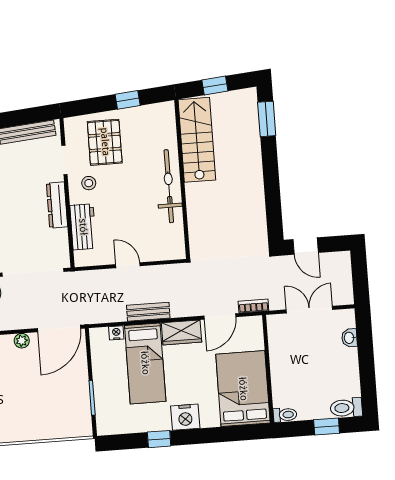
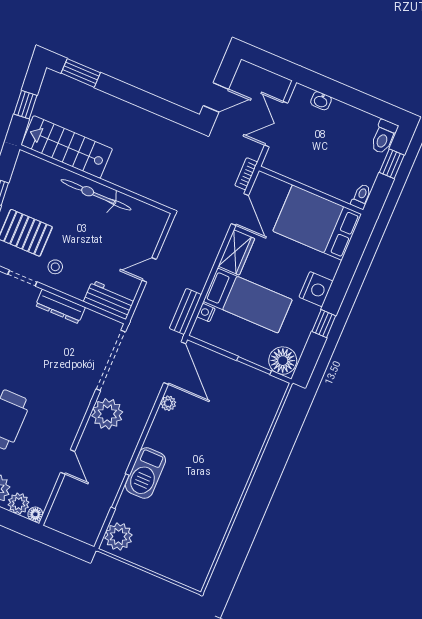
workbench: (83, 227) -> (109, 300), moved
bench: (148, 312) -> (185, 311), moved
floor lamp: (109, 420) -> (283, 361), added

